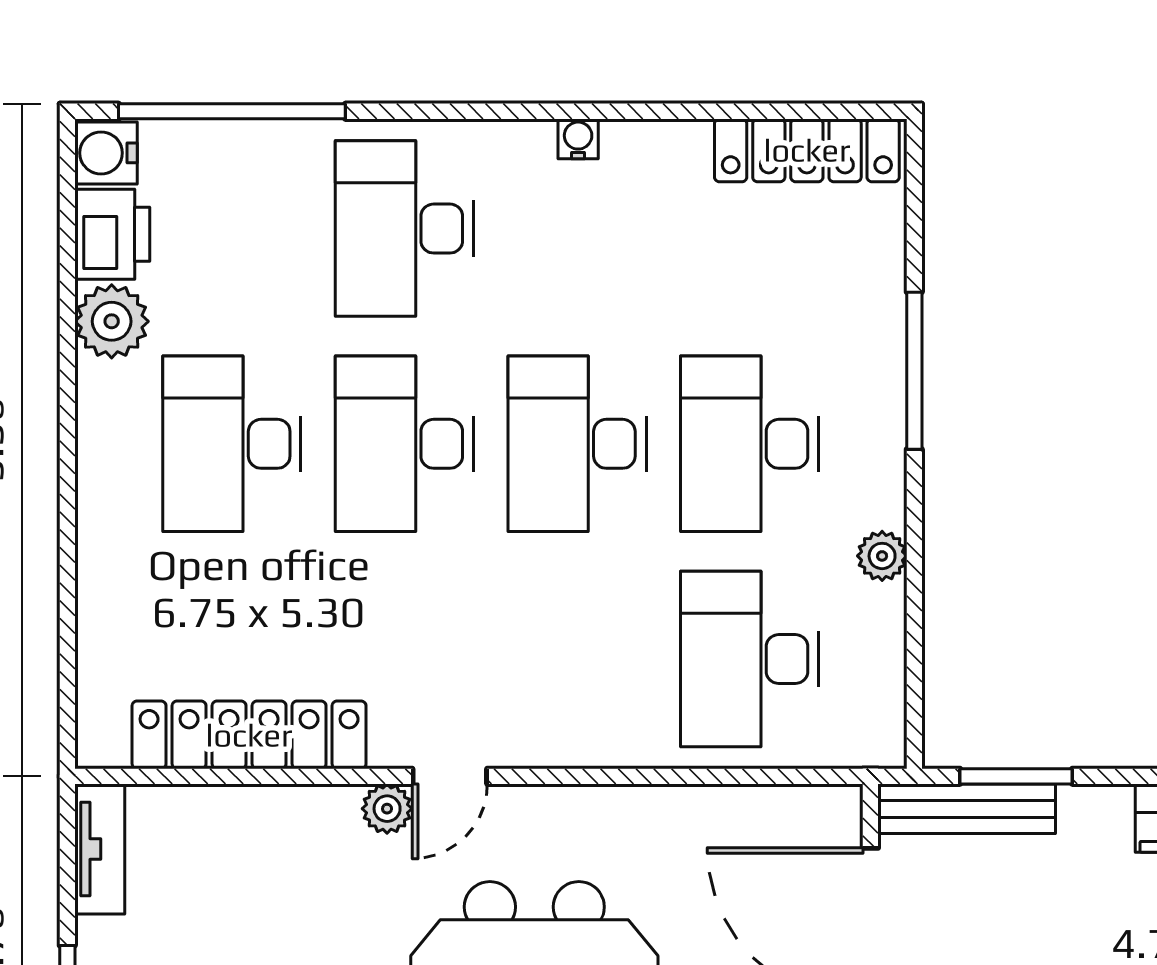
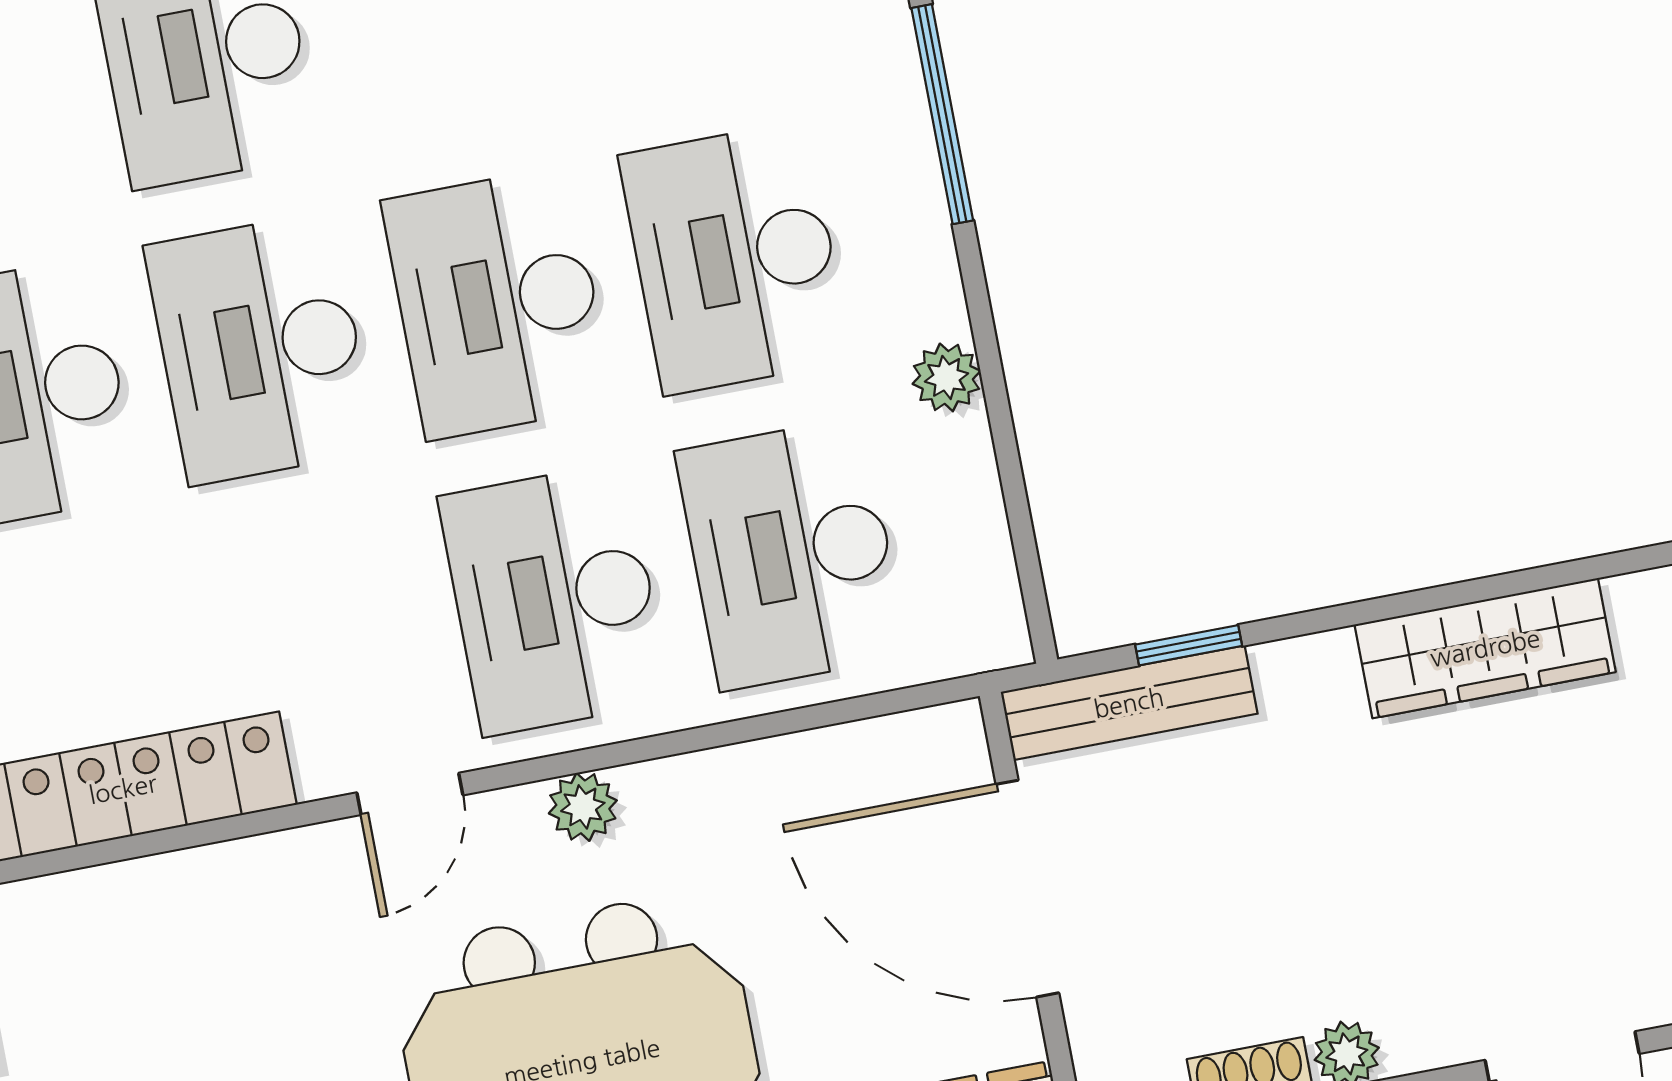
desk: (577, 659) -> (554, 599), added
window: (1016, 776) -> (1189, 645), width x0.67
plant: (387, 809) -> (583, 807), moved

